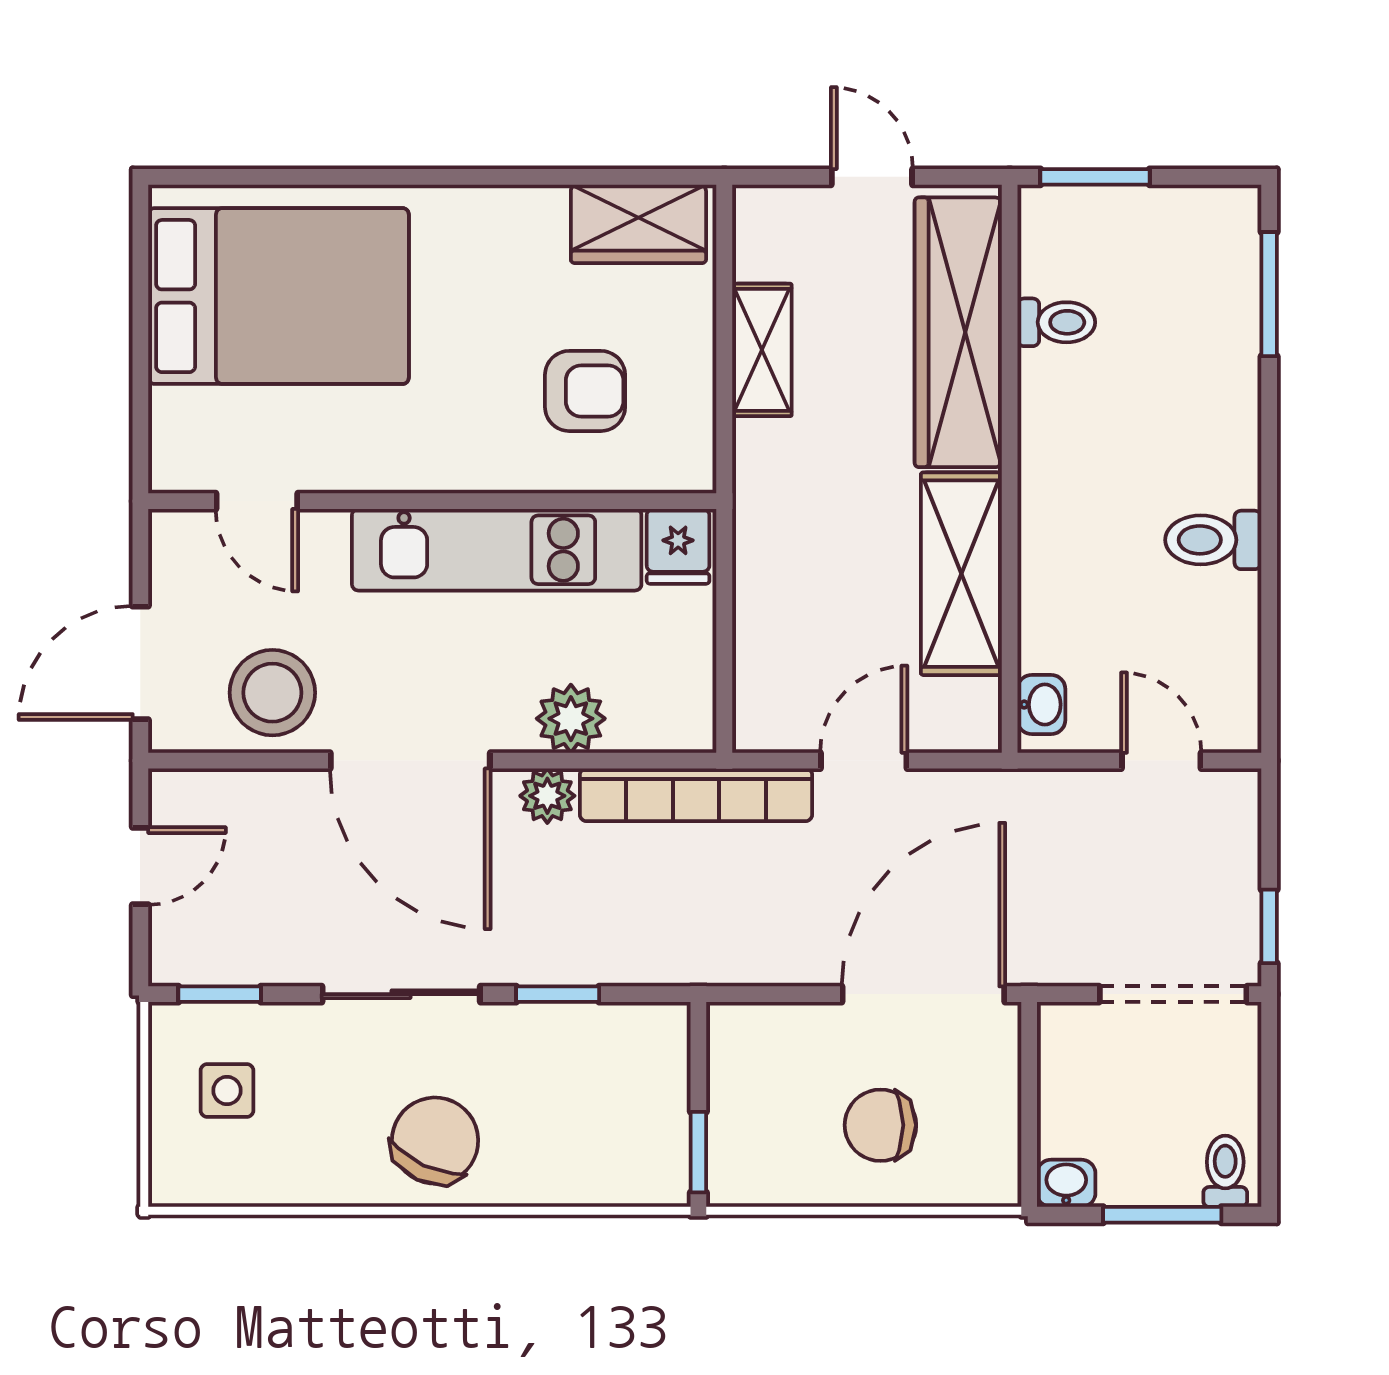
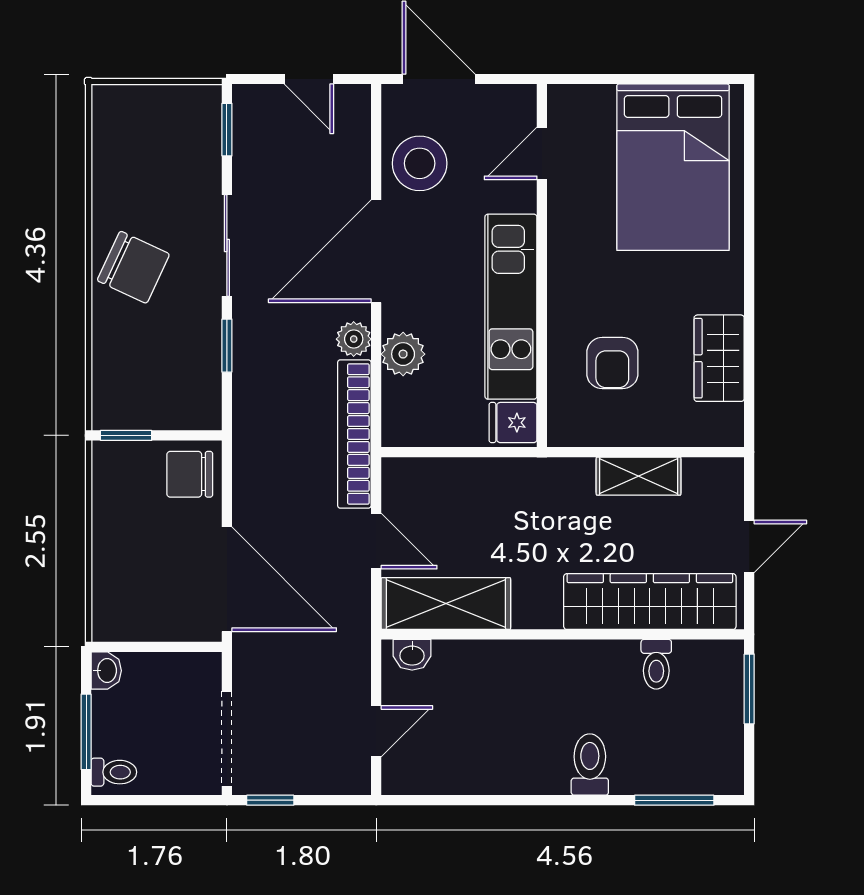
wardrobe: (638, 224) -> (719, 358), moved
toilet: (1213, 540) -> (590, 765), moved
shelving: (961, 574) -> (446, 604), moved
side table: (227, 1090) -> (165, 134), removed
chair: (880, 1125) -> (190, 474), moved, turned -90

